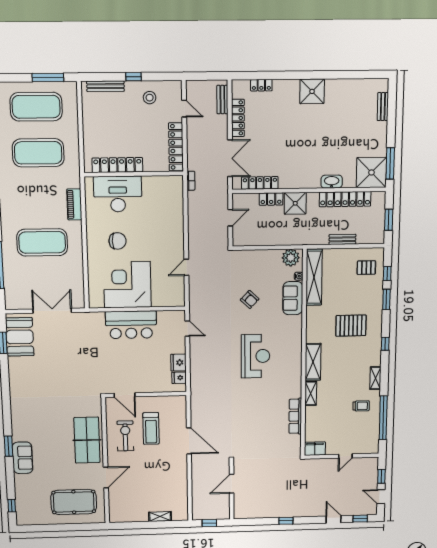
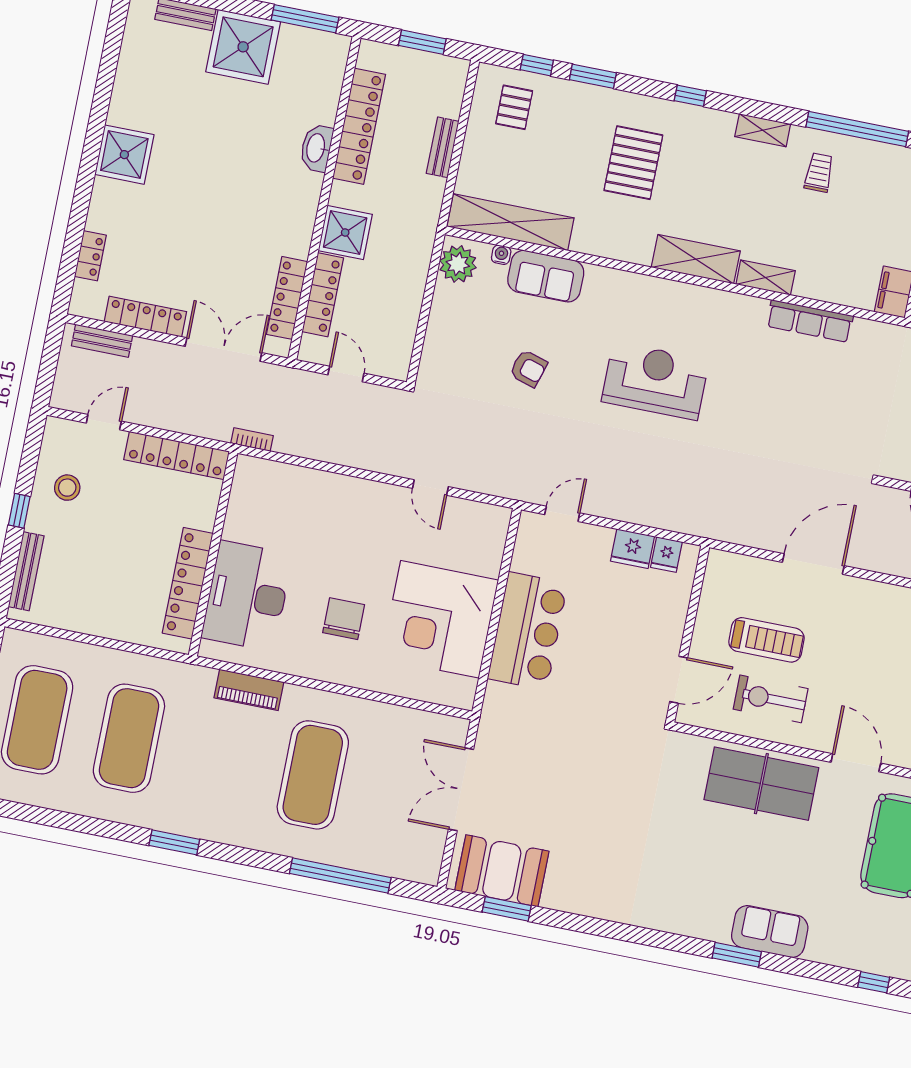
shower: (371, 172) -> (243, 47), moved
locker: (271, 199) -> (323, 295), width x1.53
armchair: (250, 299) -> (528, 368), turned 64

